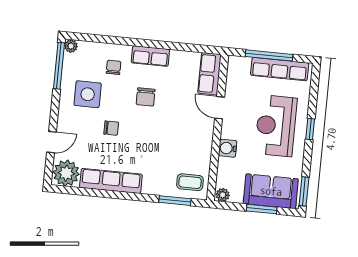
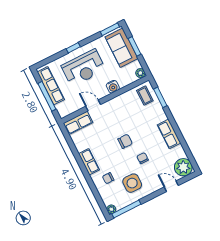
chair: (146, 97) -> (125, 141), moved
door: (220, 108) -> (93, 105), swing flipped
row of seats: (111, 181) -> (169, 134), width x0.68

